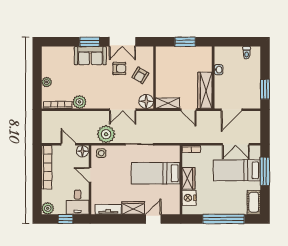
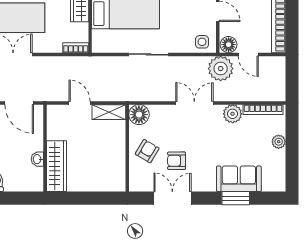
window: (90, 42) -> (236, 198), moved
window: (185, 42) -> (84, 198), removed
sofa: (90, 56) -> (239, 179), moved
wardrobe: (205, 90) -> (56, 166), moved
double door: (123, 110) -> (194, 103), moved
door: (231, 110) -> (19, 103), swing flipped
plant: (106, 134) -> (221, 69), moved

